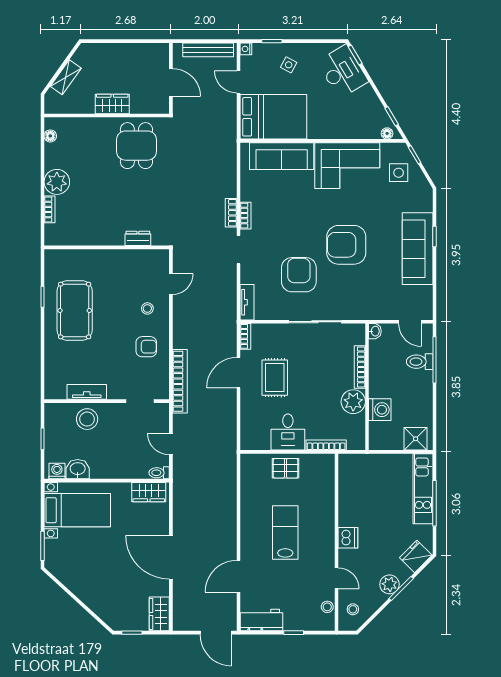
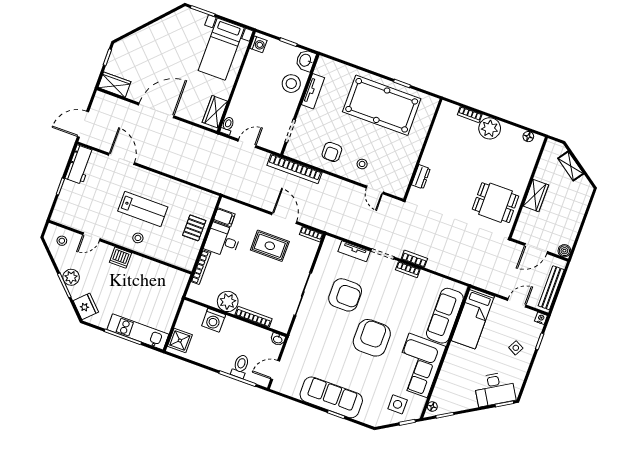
boiler: (162, 50) -> (564, 251), added
bed: (273, 117) -> (473, 318), width x0.67
armchair: (346, 245) -> (372, 338), moved
tv unit: (247, 302) -> (354, 251), moved
pool table: (75, 310) -> (382, 105), width x1.36, depth x1.32
filing cabinet: (262, 439) -> (224, 217), added
washbasin: (78, 469) -> (306, 60), moved, turned 180
stool: (327, 607) -> (138, 238), moved

